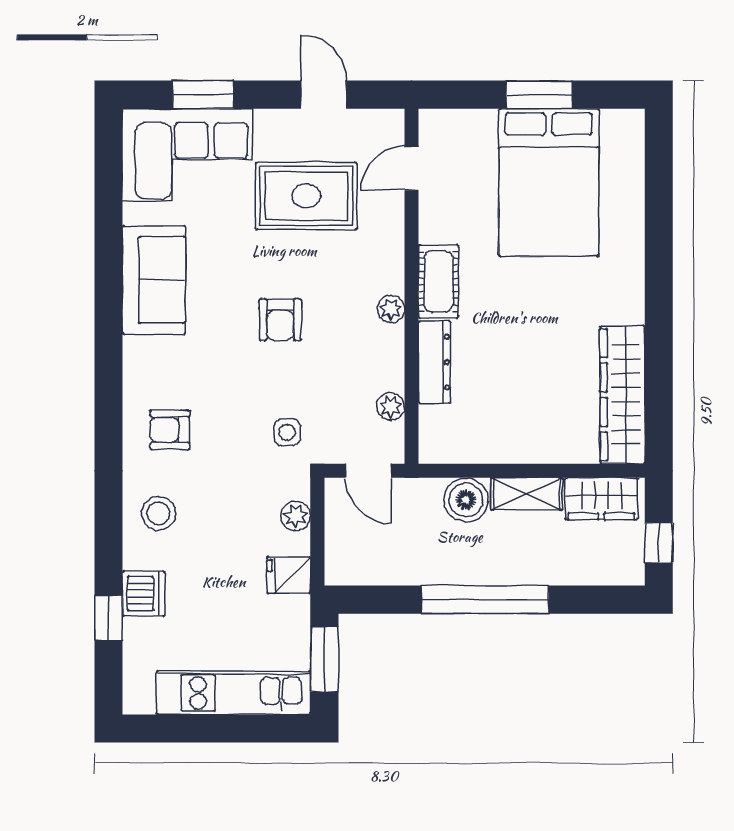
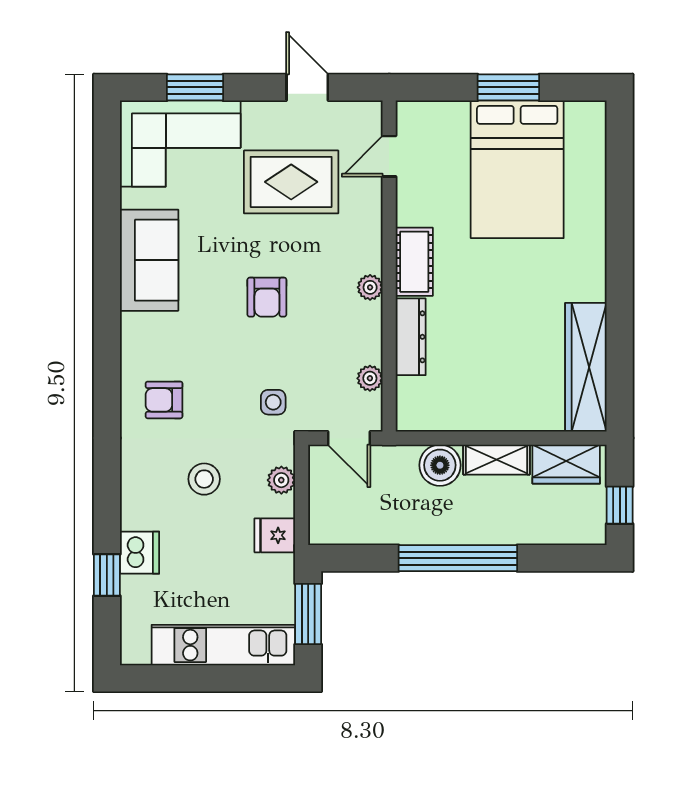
stool: (158, 513) -> (204, 479), moved

